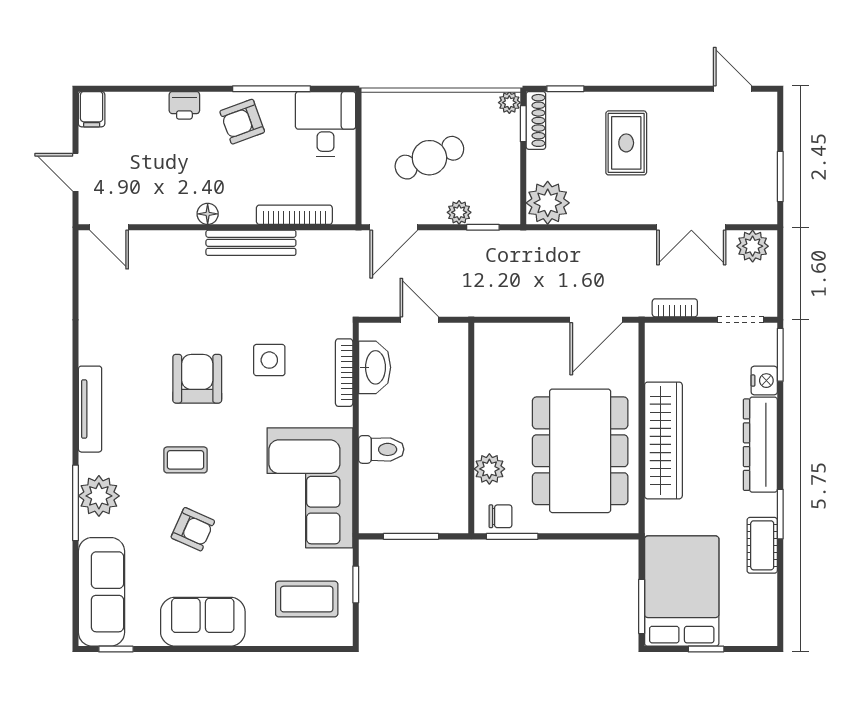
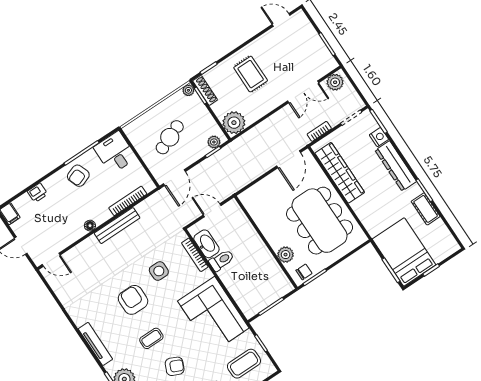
printer: (184, 105) -> (37, 193), moved
plant: (459, 212) -> (214, 142), moved
wardrobe: (663, 440) -> (340, 173), moved
toilet: (381, 449) -> (222, 260), moved

